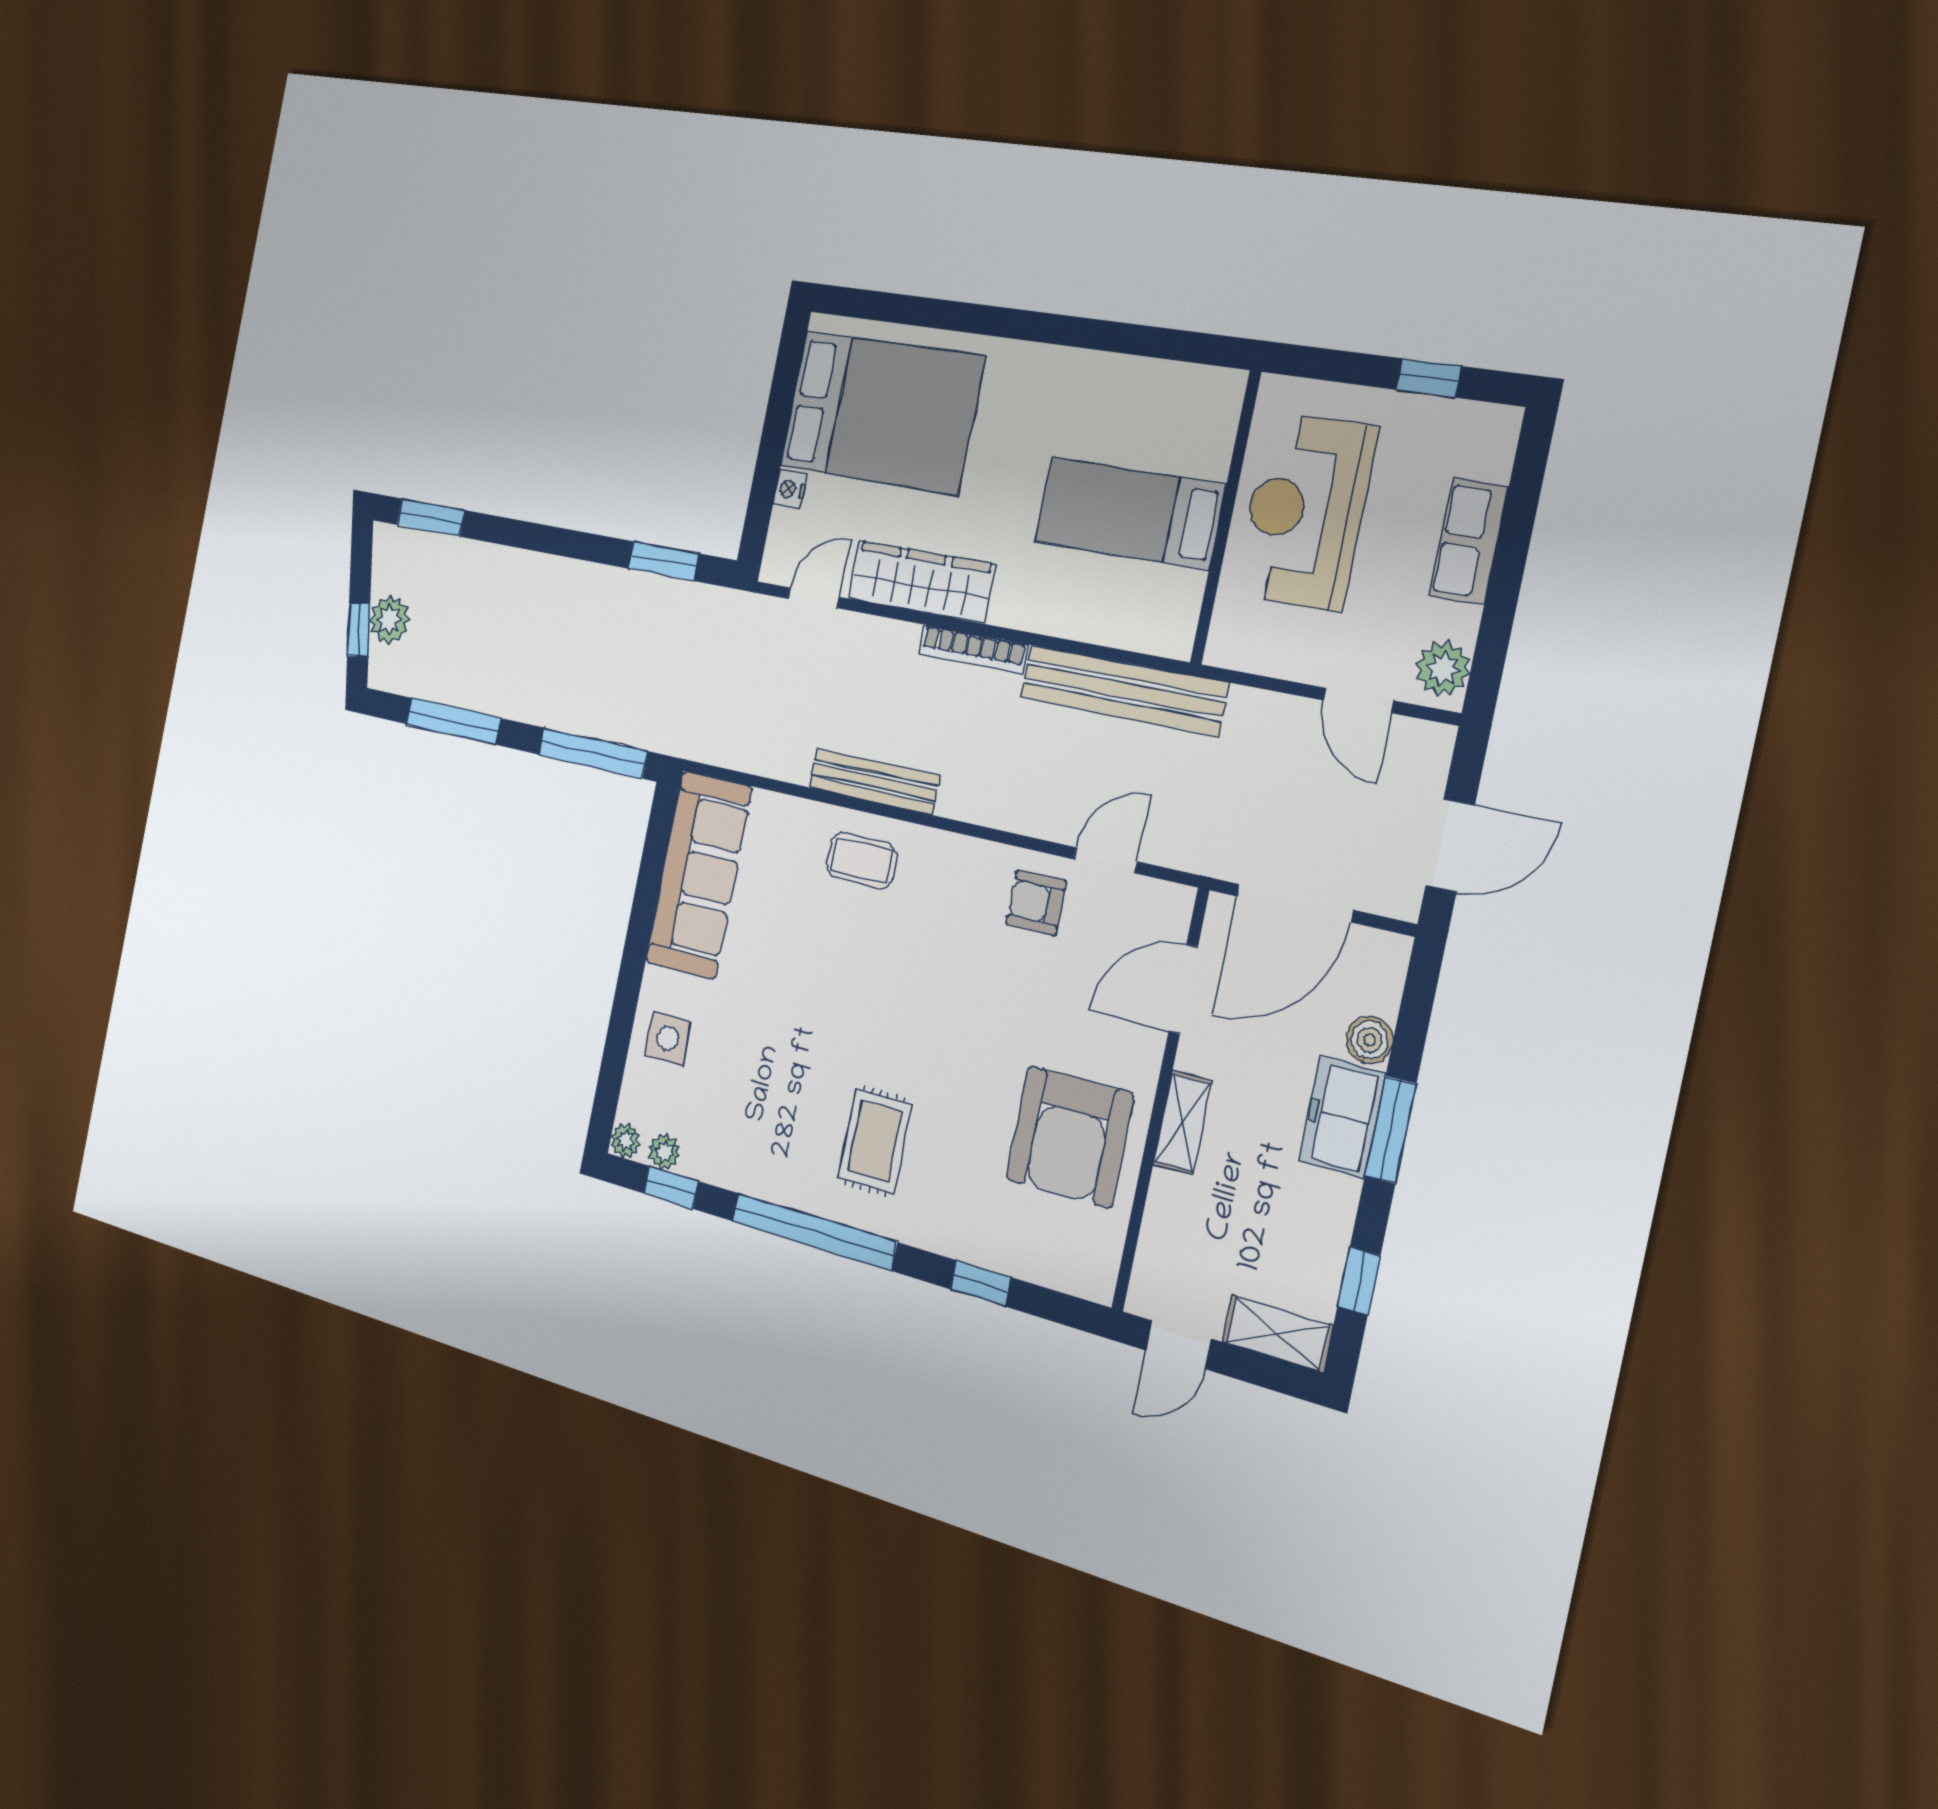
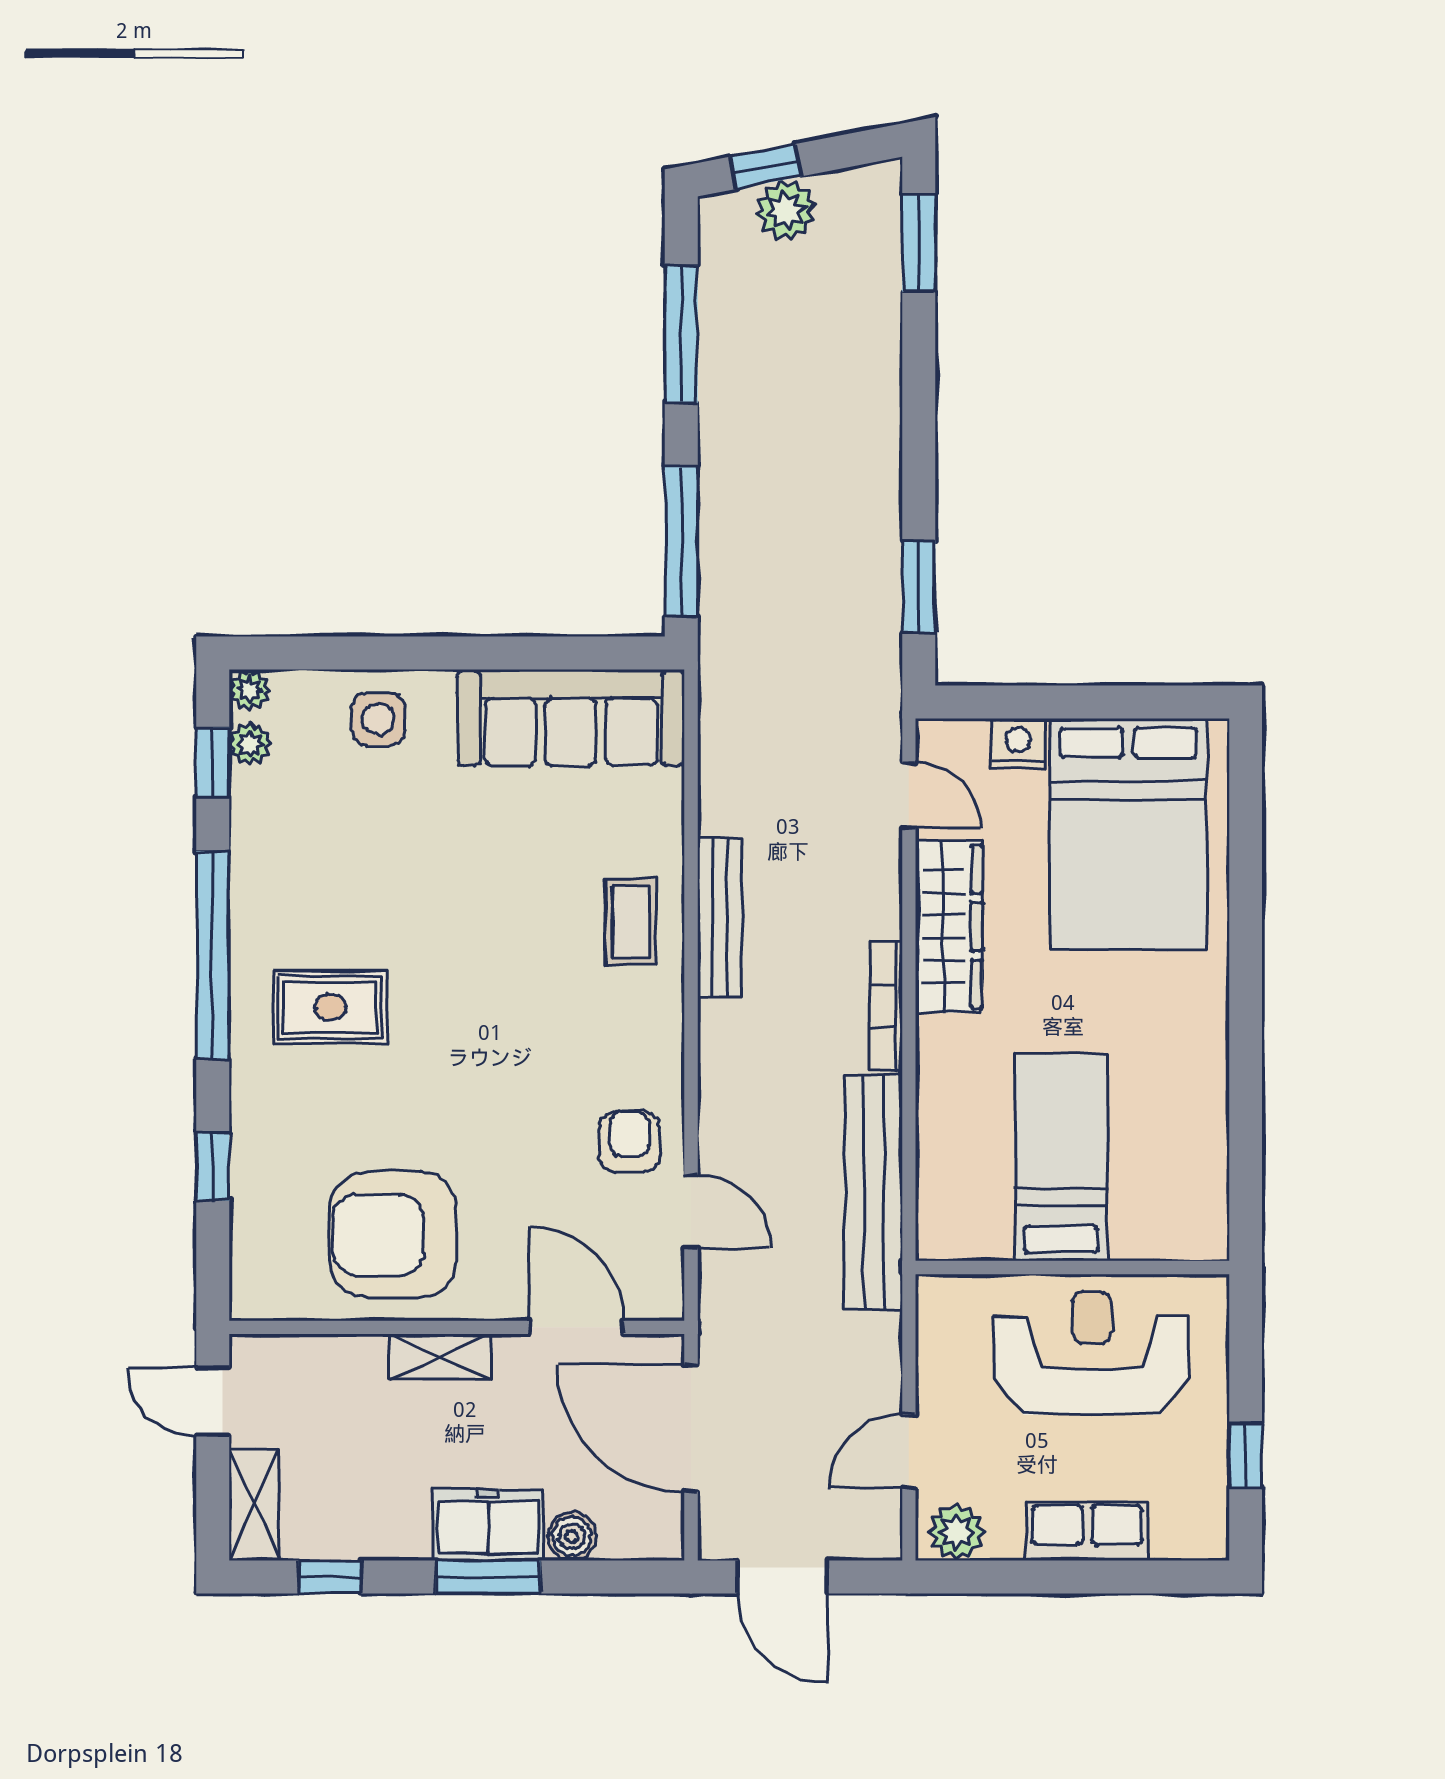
nightstand: (790, 489) -> (1018, 744), width x1.39, depth x1.35

